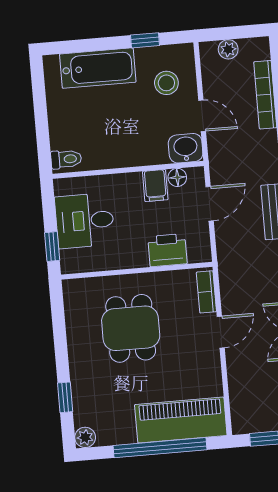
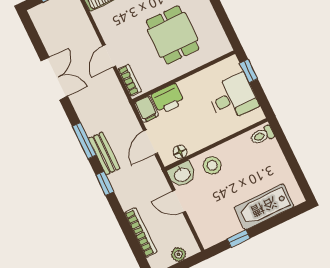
stool: (166, 83) -> (212, 165), moved
filing cabinet: (155, 186) -> (146, 109), moved, turned 180

